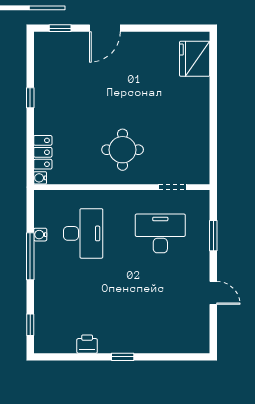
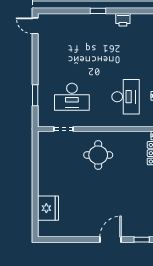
fridge: (195, 59) -> (48, 208), moved
desk: (83, 233) -> (126, 97), turned 180
door: (213, 293) -> (35, 26), moved

